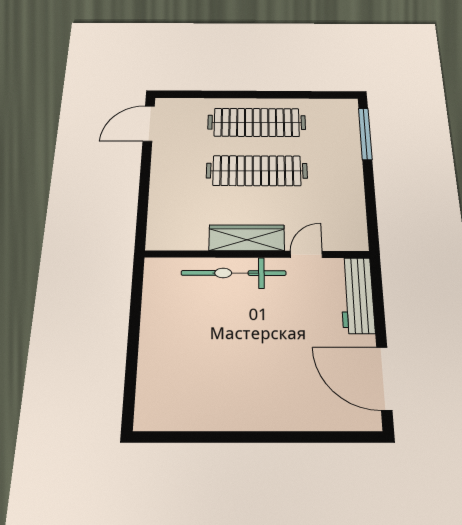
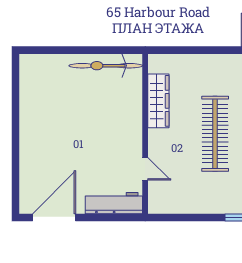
wardrobe: (247, 238) -> (158, 101), moved
bicycle: (234, 273) -> (106, 66), moved, turned -90

